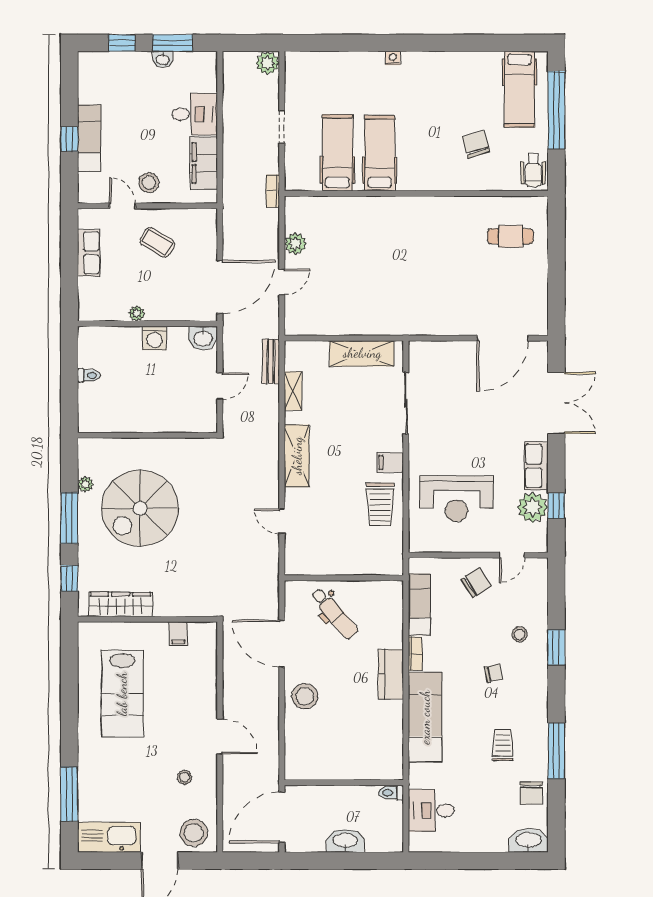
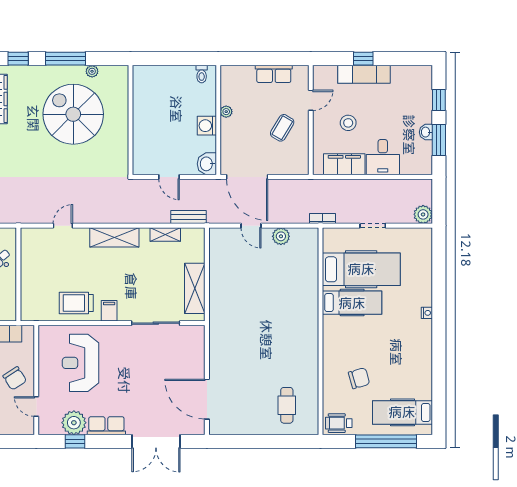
hospital bed: (337, 153) -> (361, 269), width x1.37, depth x1.29
stool: (149, 183) -> (348, 123), moved
toilet: (89, 375) -> (202, 74), moved

